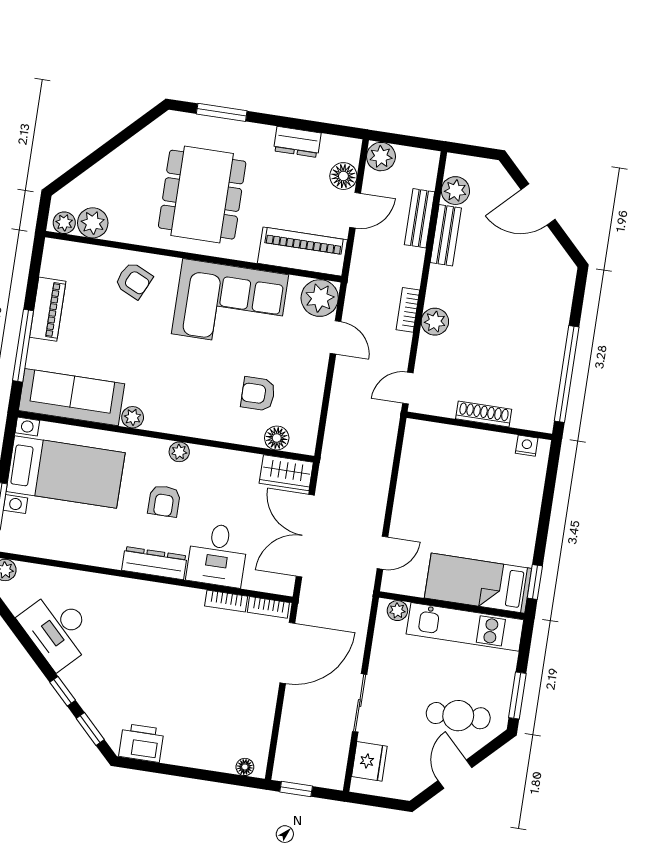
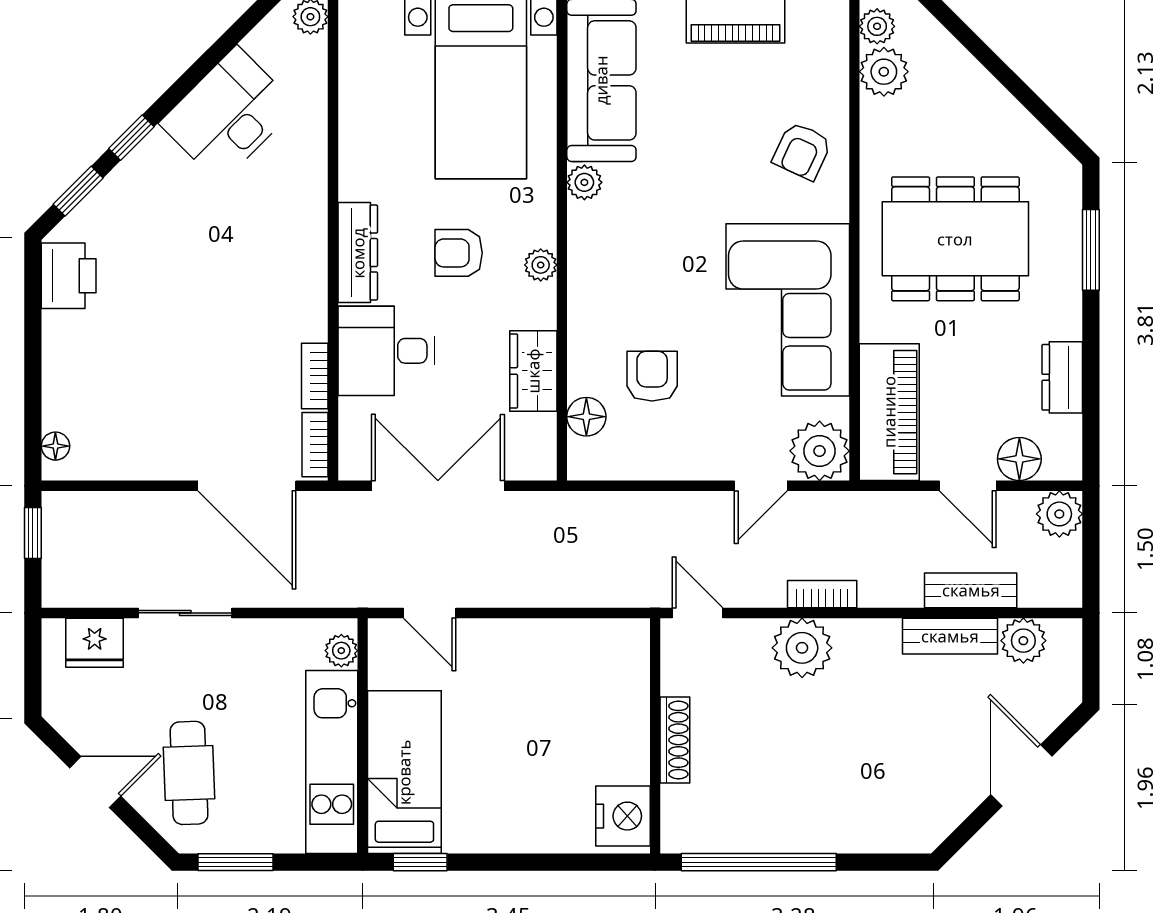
plant: (435, 322) -> (802, 648), width x1.36, depth x1.36
nightstand: (527, 446) -> (623, 816), width x1.89, depth x1.79
wardrobe: (286, 473) -> (533, 371), moved

